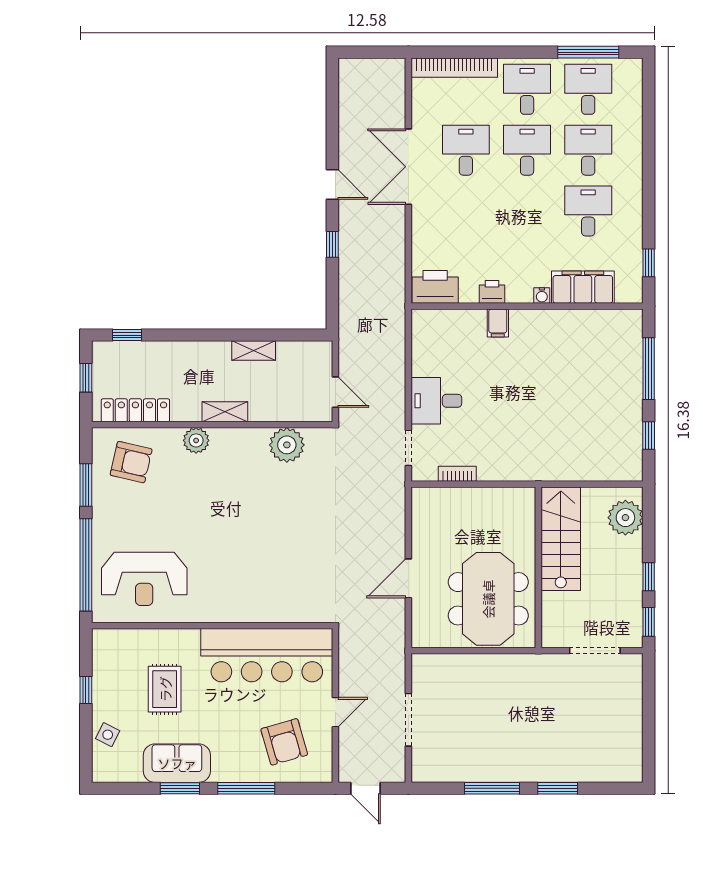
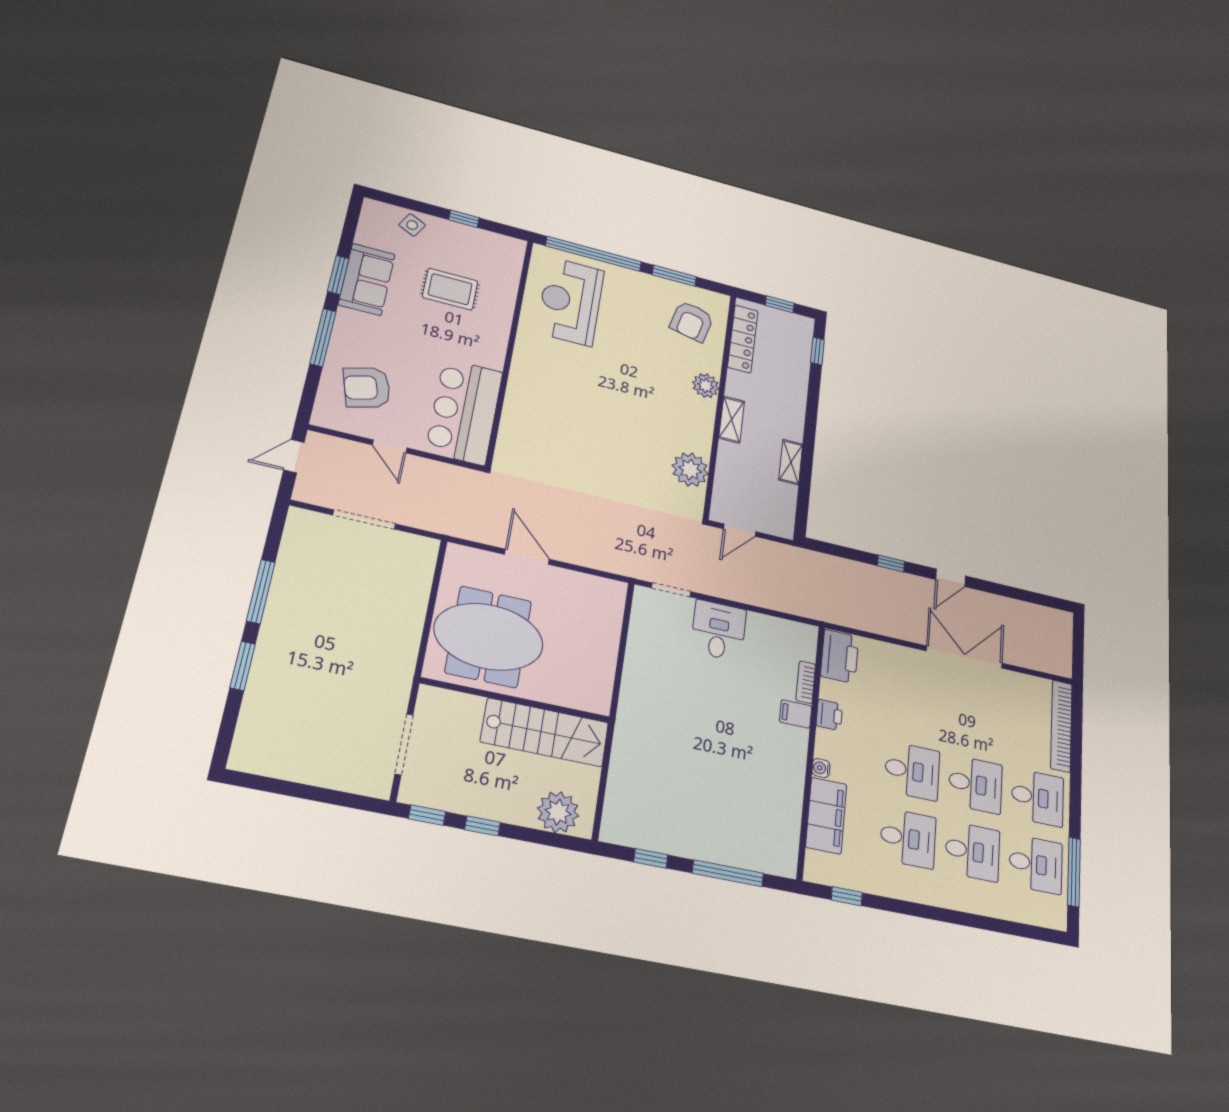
desk: (466, 150) -> (912, 771), moved
bookcase: (457, 474) -> (806, 682), moved, turned 180
bar counter: (267, 655) -> (464, 412), width x0.73

